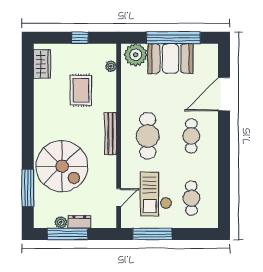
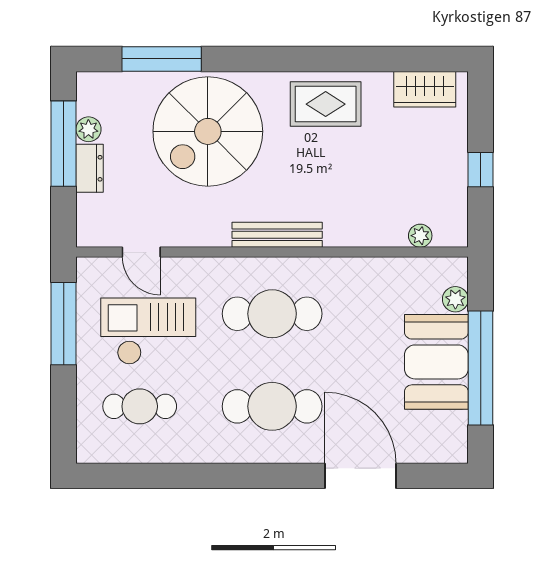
plant: (136, 55) -> (455, 299), width x0.53, depth x0.53
rug: (81, 90) -> (326, 104), moved
cafe table: (191, 136) -> (272, 406), width x1.37, depth x1.35

